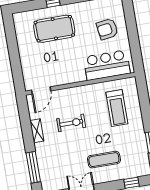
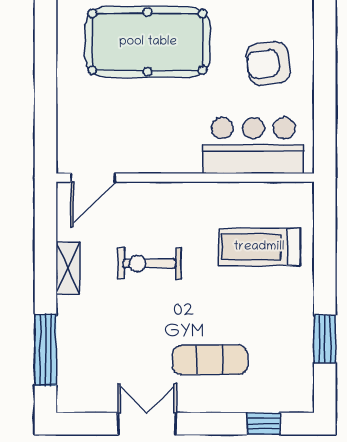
pool table: (54, 29) -> (148, 42), width x1.36, depth x1.32
treadmill: (117, 108) -> (259, 247), turned 90
exercise bike: (71, 123) -> (149, 263), turned 180

